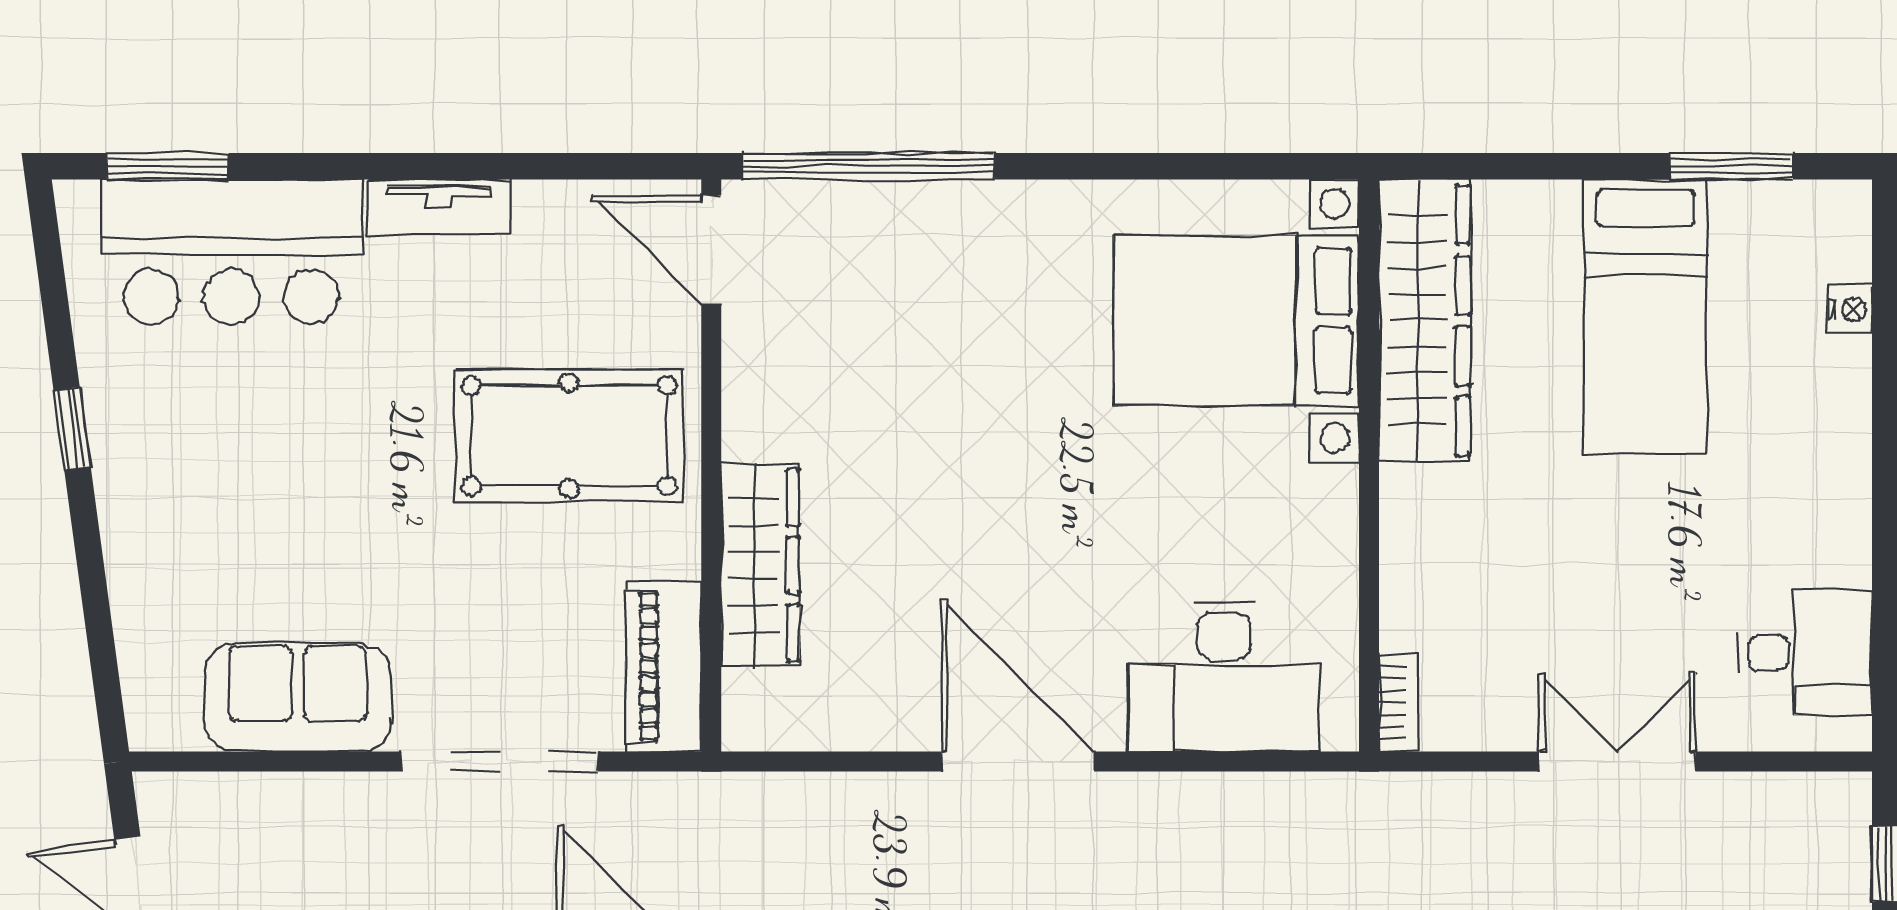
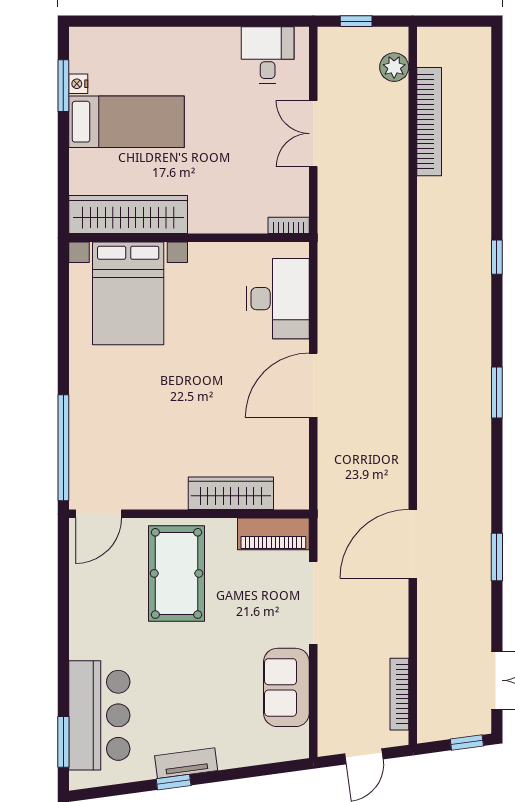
tv unit: (439, 207) -> (186, 763), moved, turned -98
nightstand: (1850, 309) -> (78, 84), moved, turned -90

